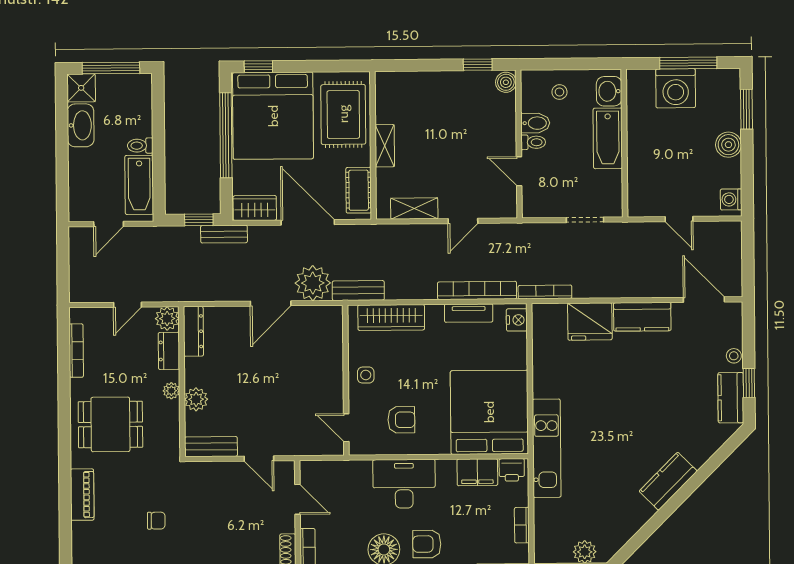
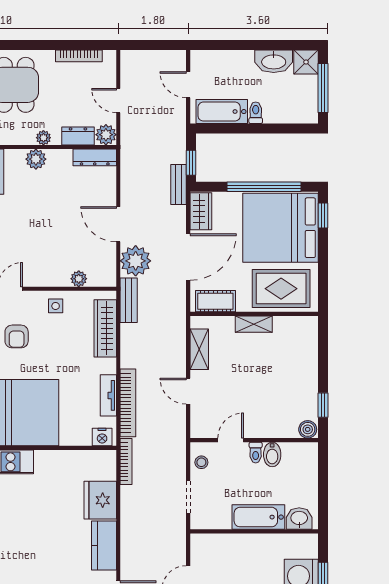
stool: (559, 92) -> (201, 462), moved
plant: (334, 349) -> (79, 279), added

